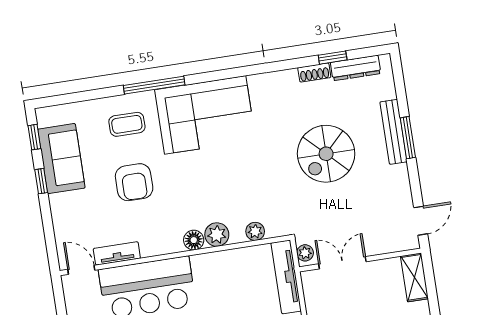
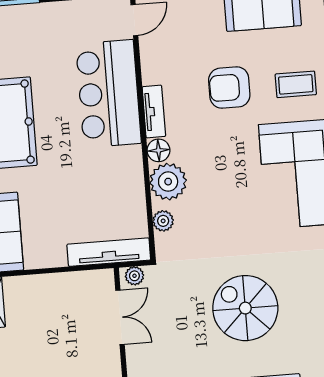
coffee table: (127, 124) -> (296, 84), turned 90
plant: (217, 235) -> (168, 182), width x1.36, depth x1.36
tv unit: (117, 253) -> (154, 112), moved

